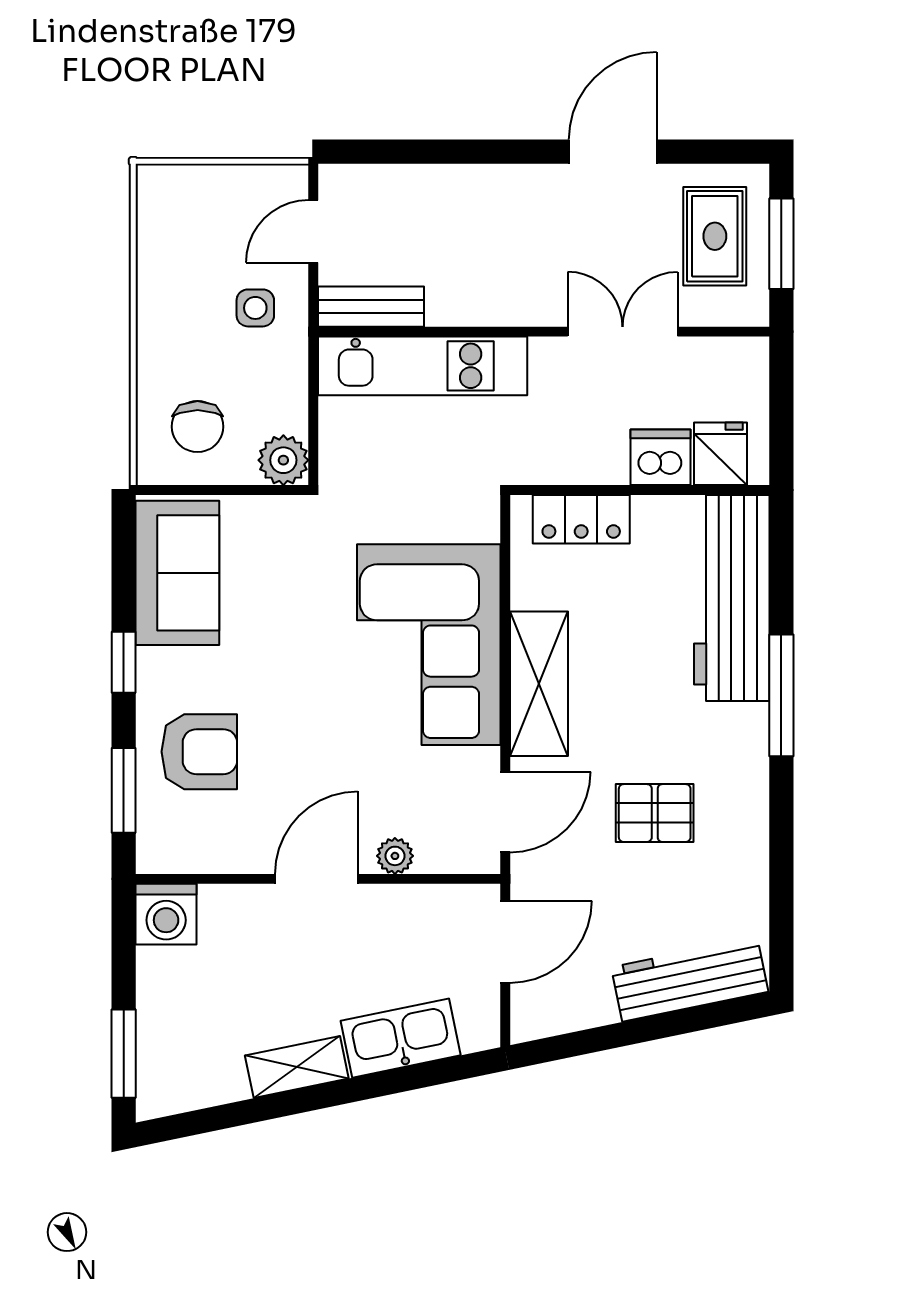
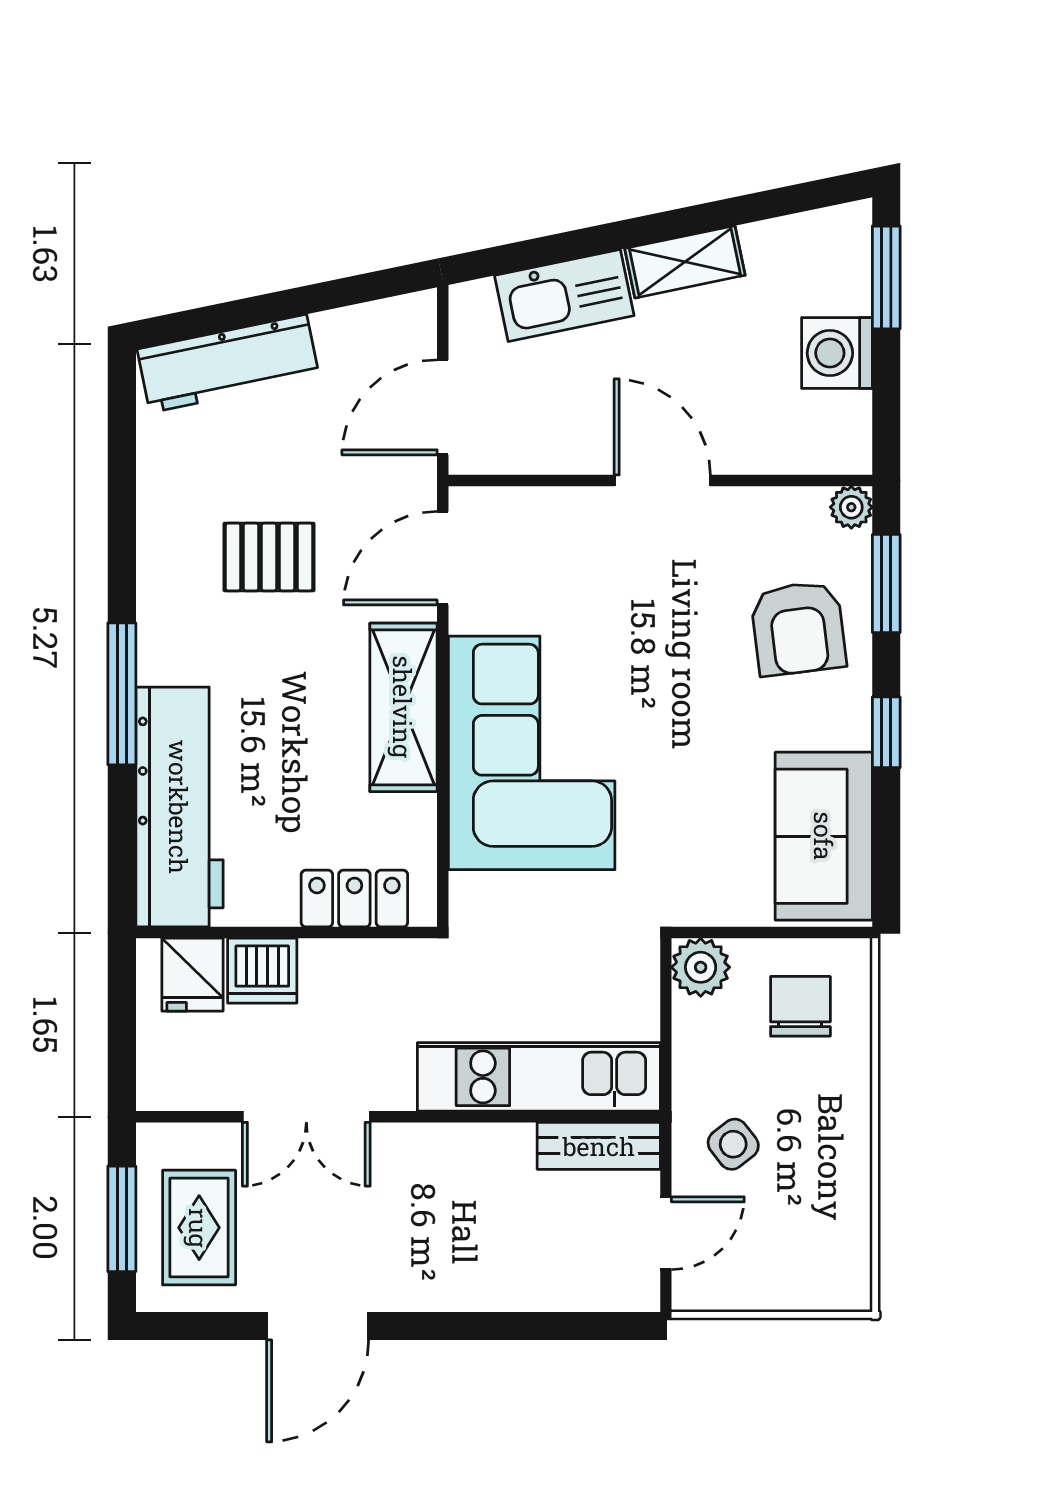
side table: (255, 308) -> (733, 1144), turned -38
armchair: (199, 752) -> (798, 628), turned -97
plant: (395, 856) -> (851, 507), moved
door: (316, 879) -> (662, 481), swing flipped
washing machine: (166, 914) -> (837, 353), moved, turned -90

